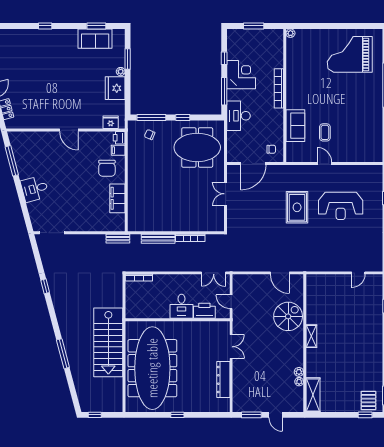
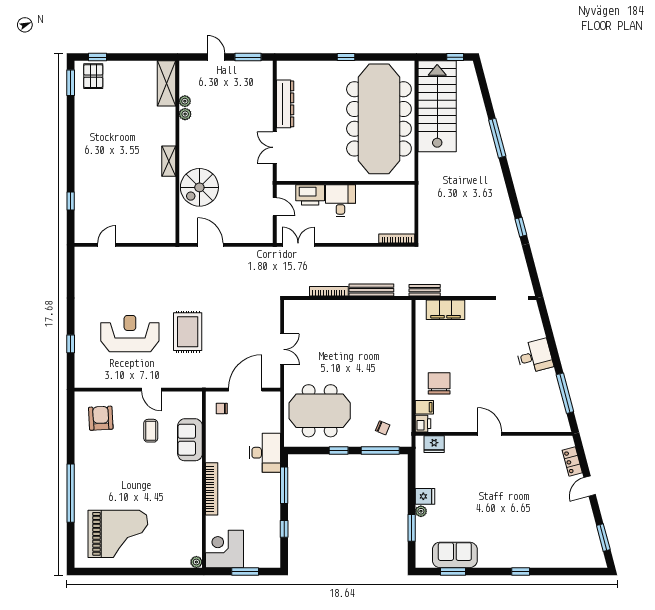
corner desk: (241, 75) -> (225, 549), moved, turned 90
fridge: (115, 88) -> (425, 496), width x0.53, depth x0.75
armchair: (363, 142) -> (101, 418), added
filing cabinet: (117, 198) -> (446, 310), moved, turned 90
stairs: (108, 342) -> (437, 106), moved

